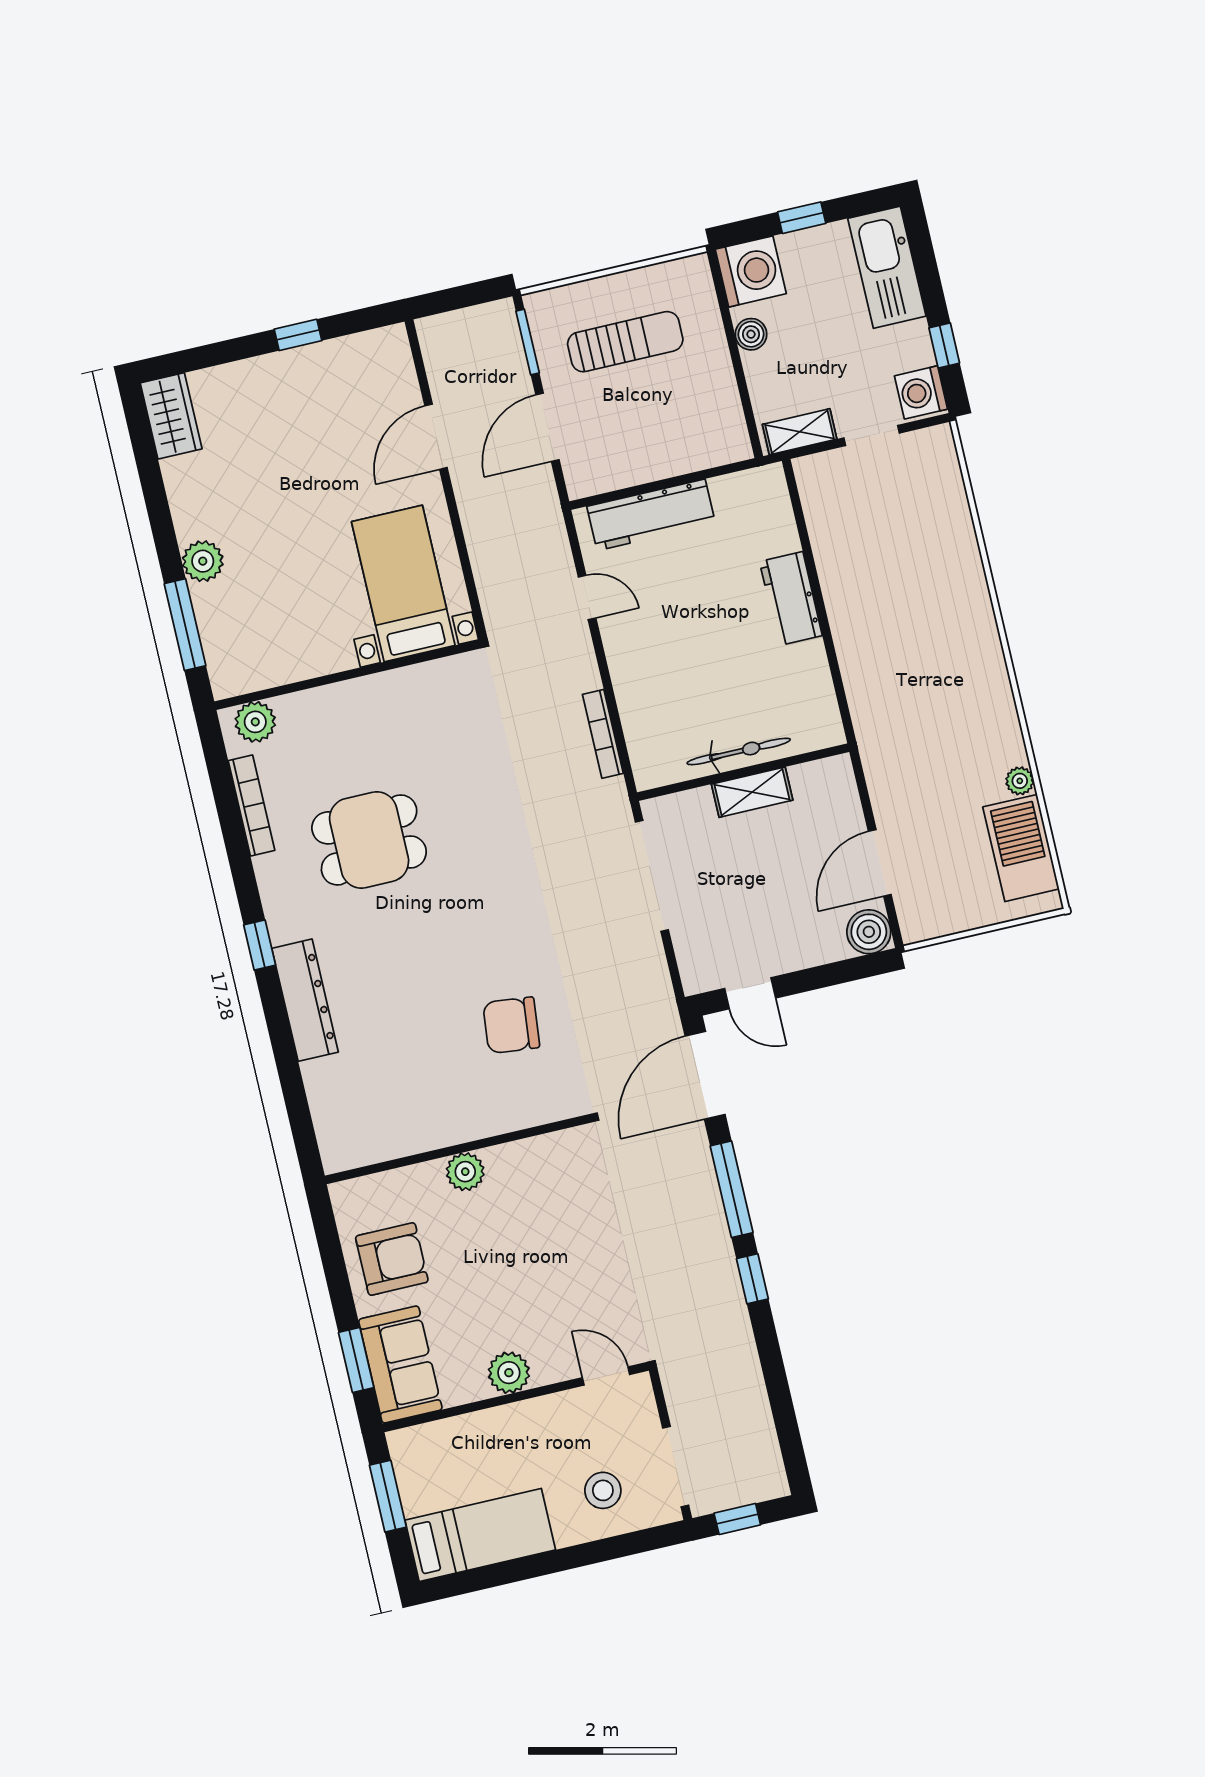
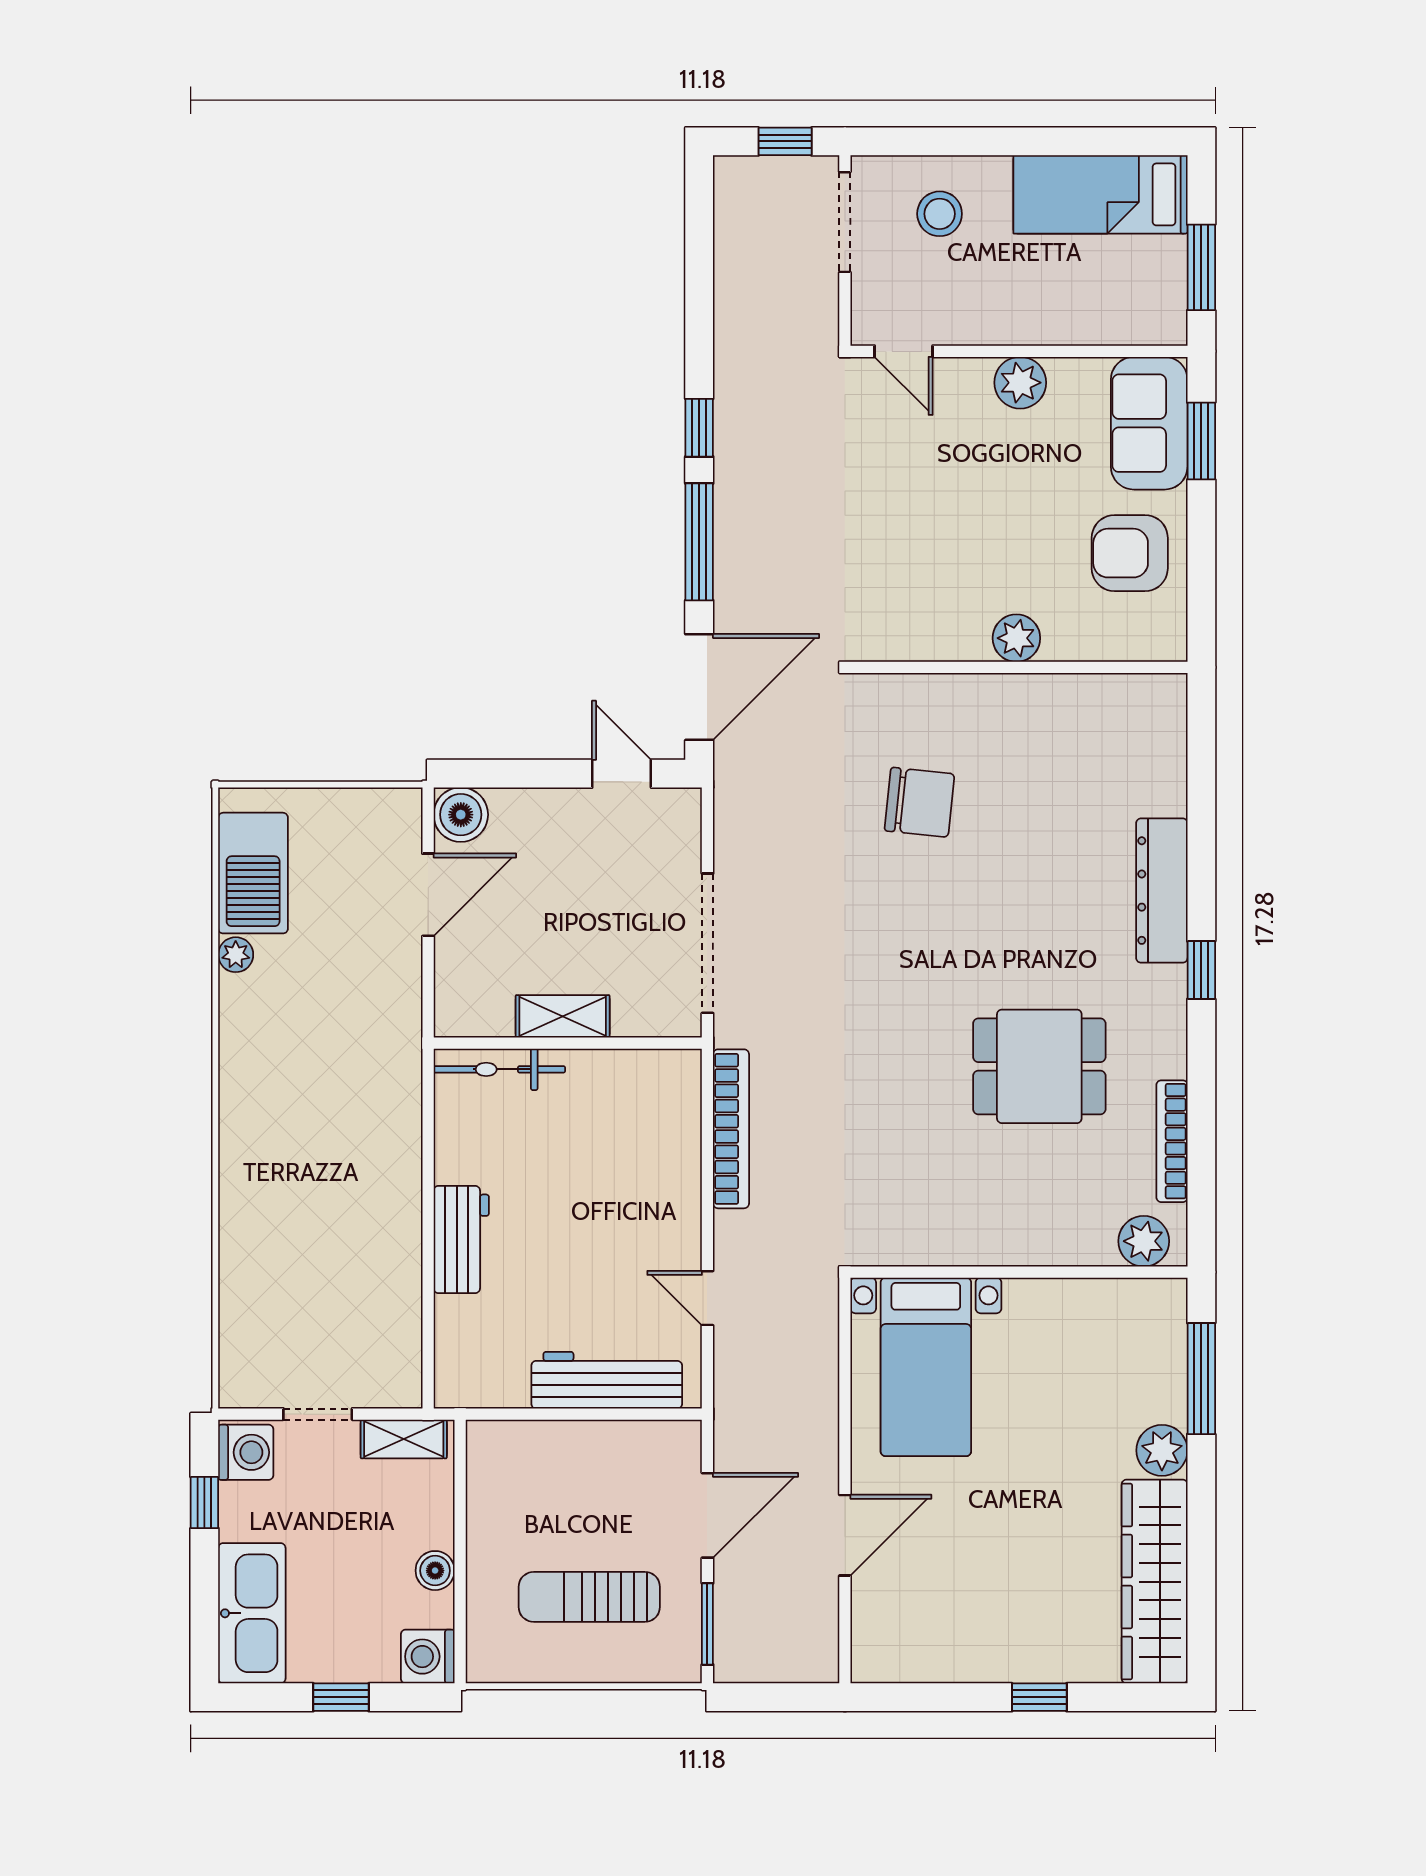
washing machine: (751, 271) -> (428, 1657), width x0.73, depth x0.73
window: (298, 335) -> (1039, 1697), moved
wardrobe: (171, 416) -> (1155, 1582), width x2.10, depth x1.17
bookcase: (603, 734) -> (731, 1129), width x1.48, depth x1.31
bicycle: (739, 751) -> (499, 1069), moved

